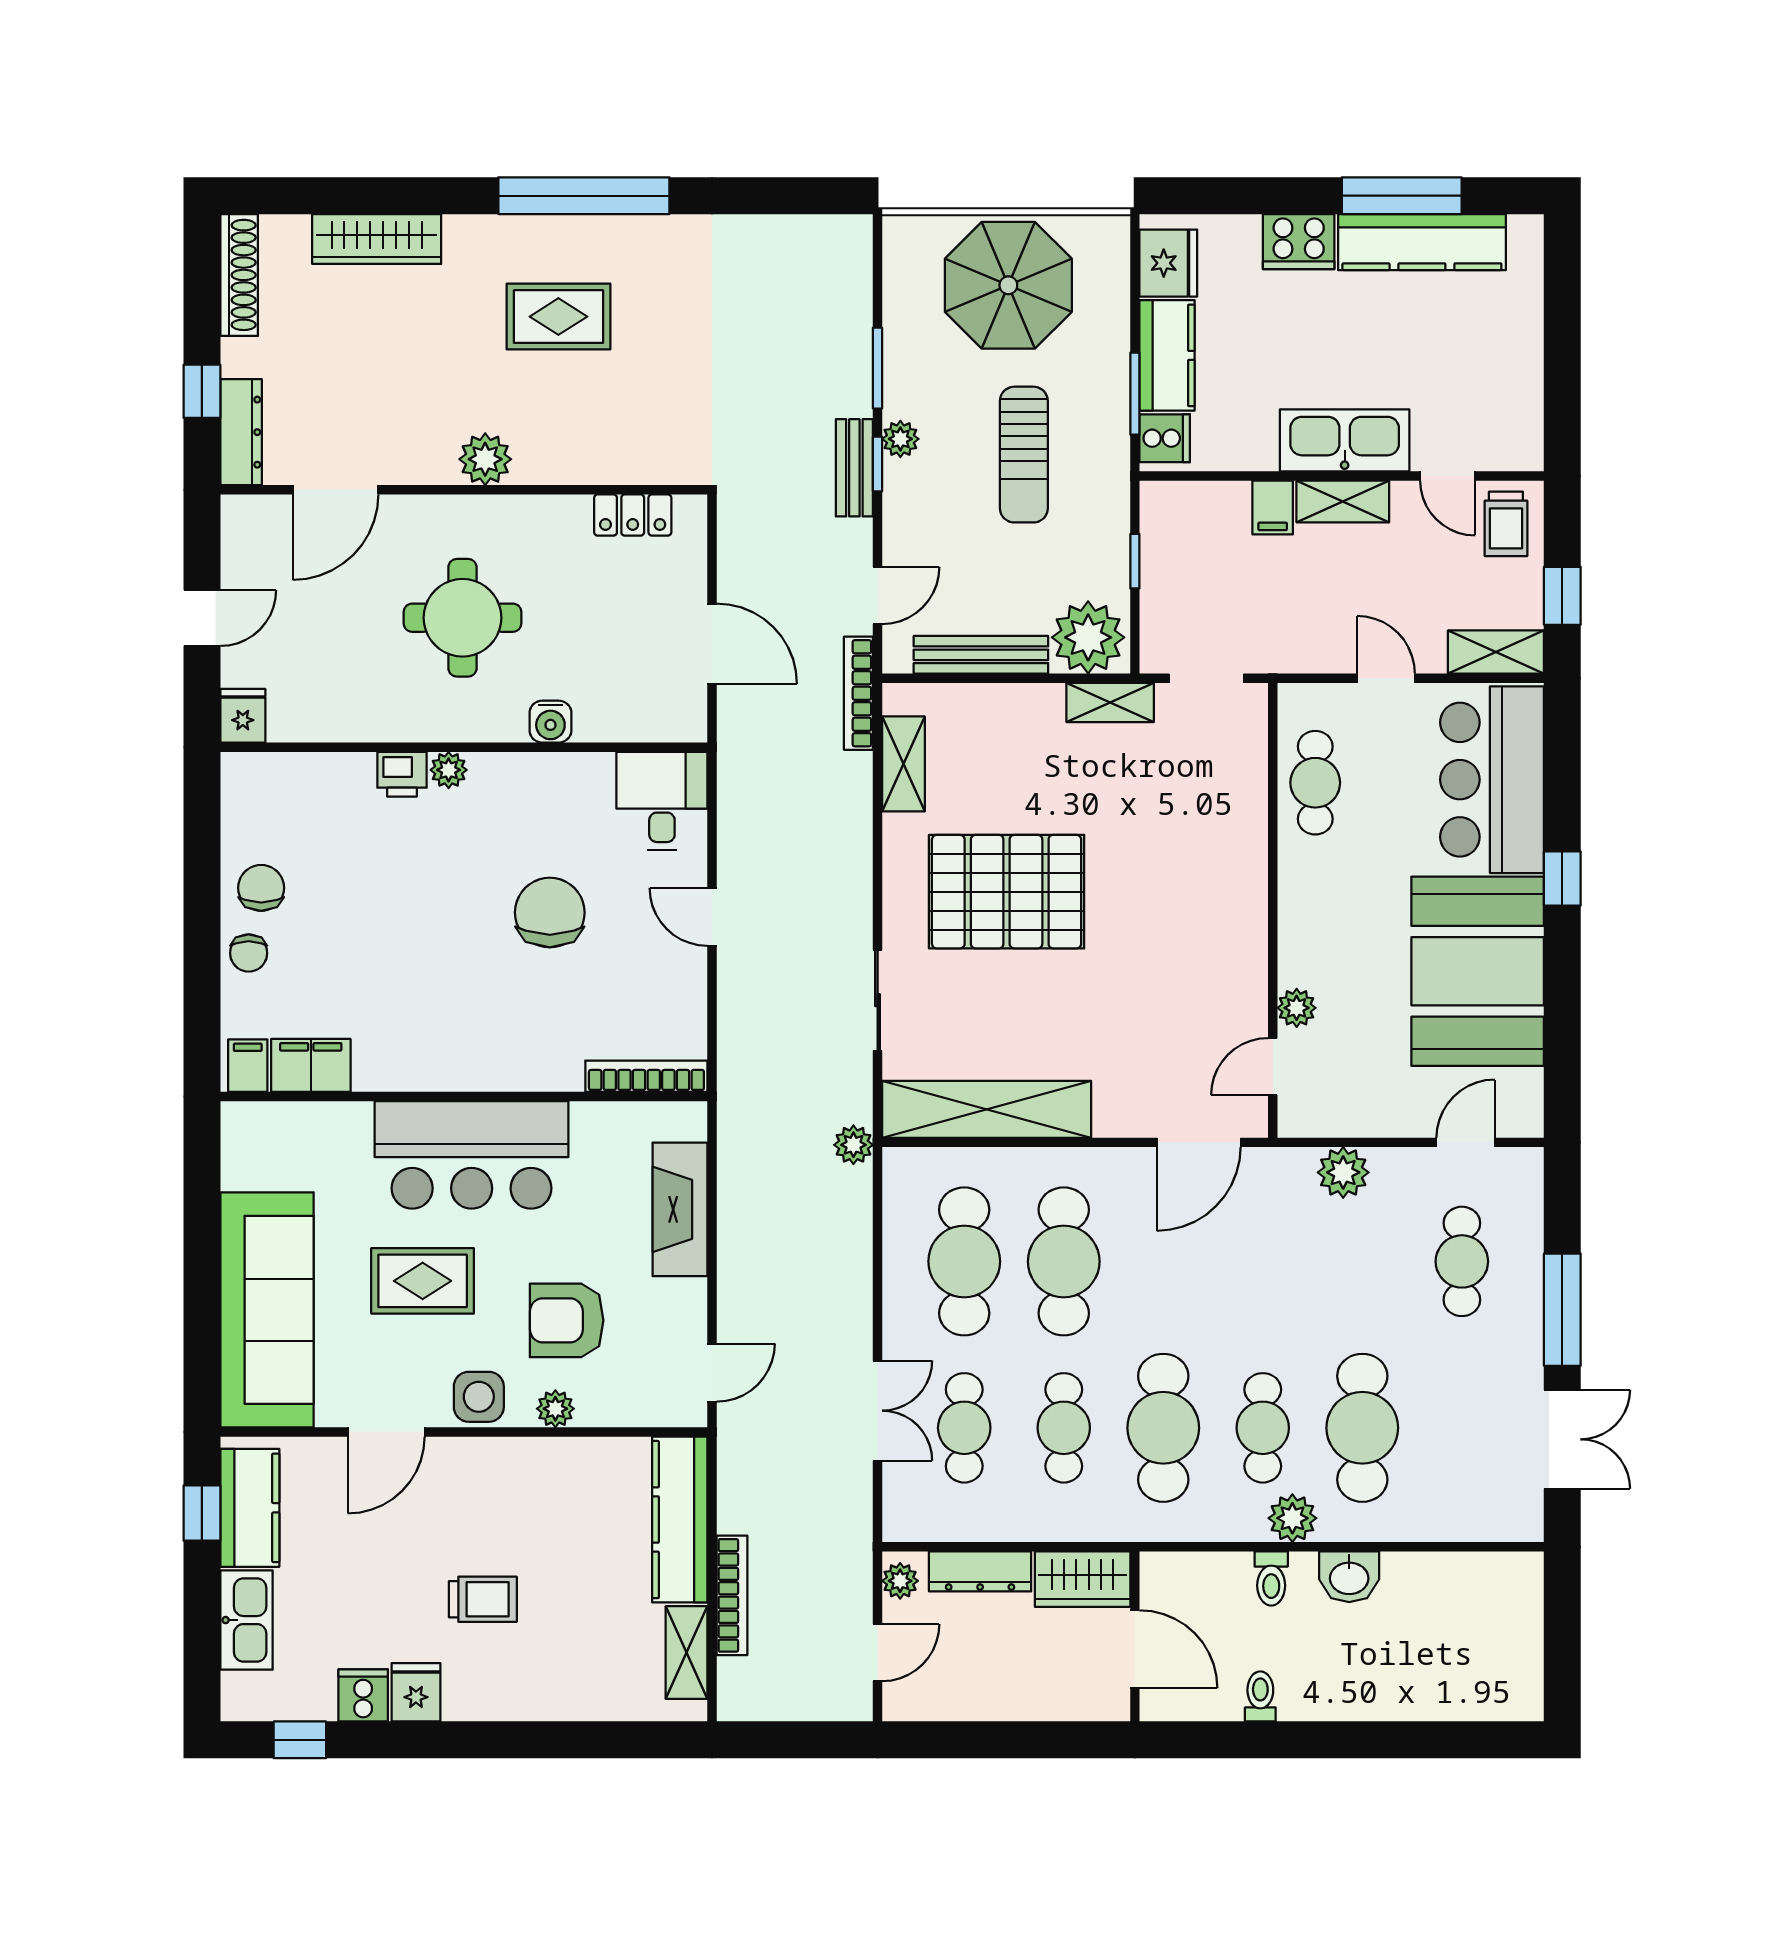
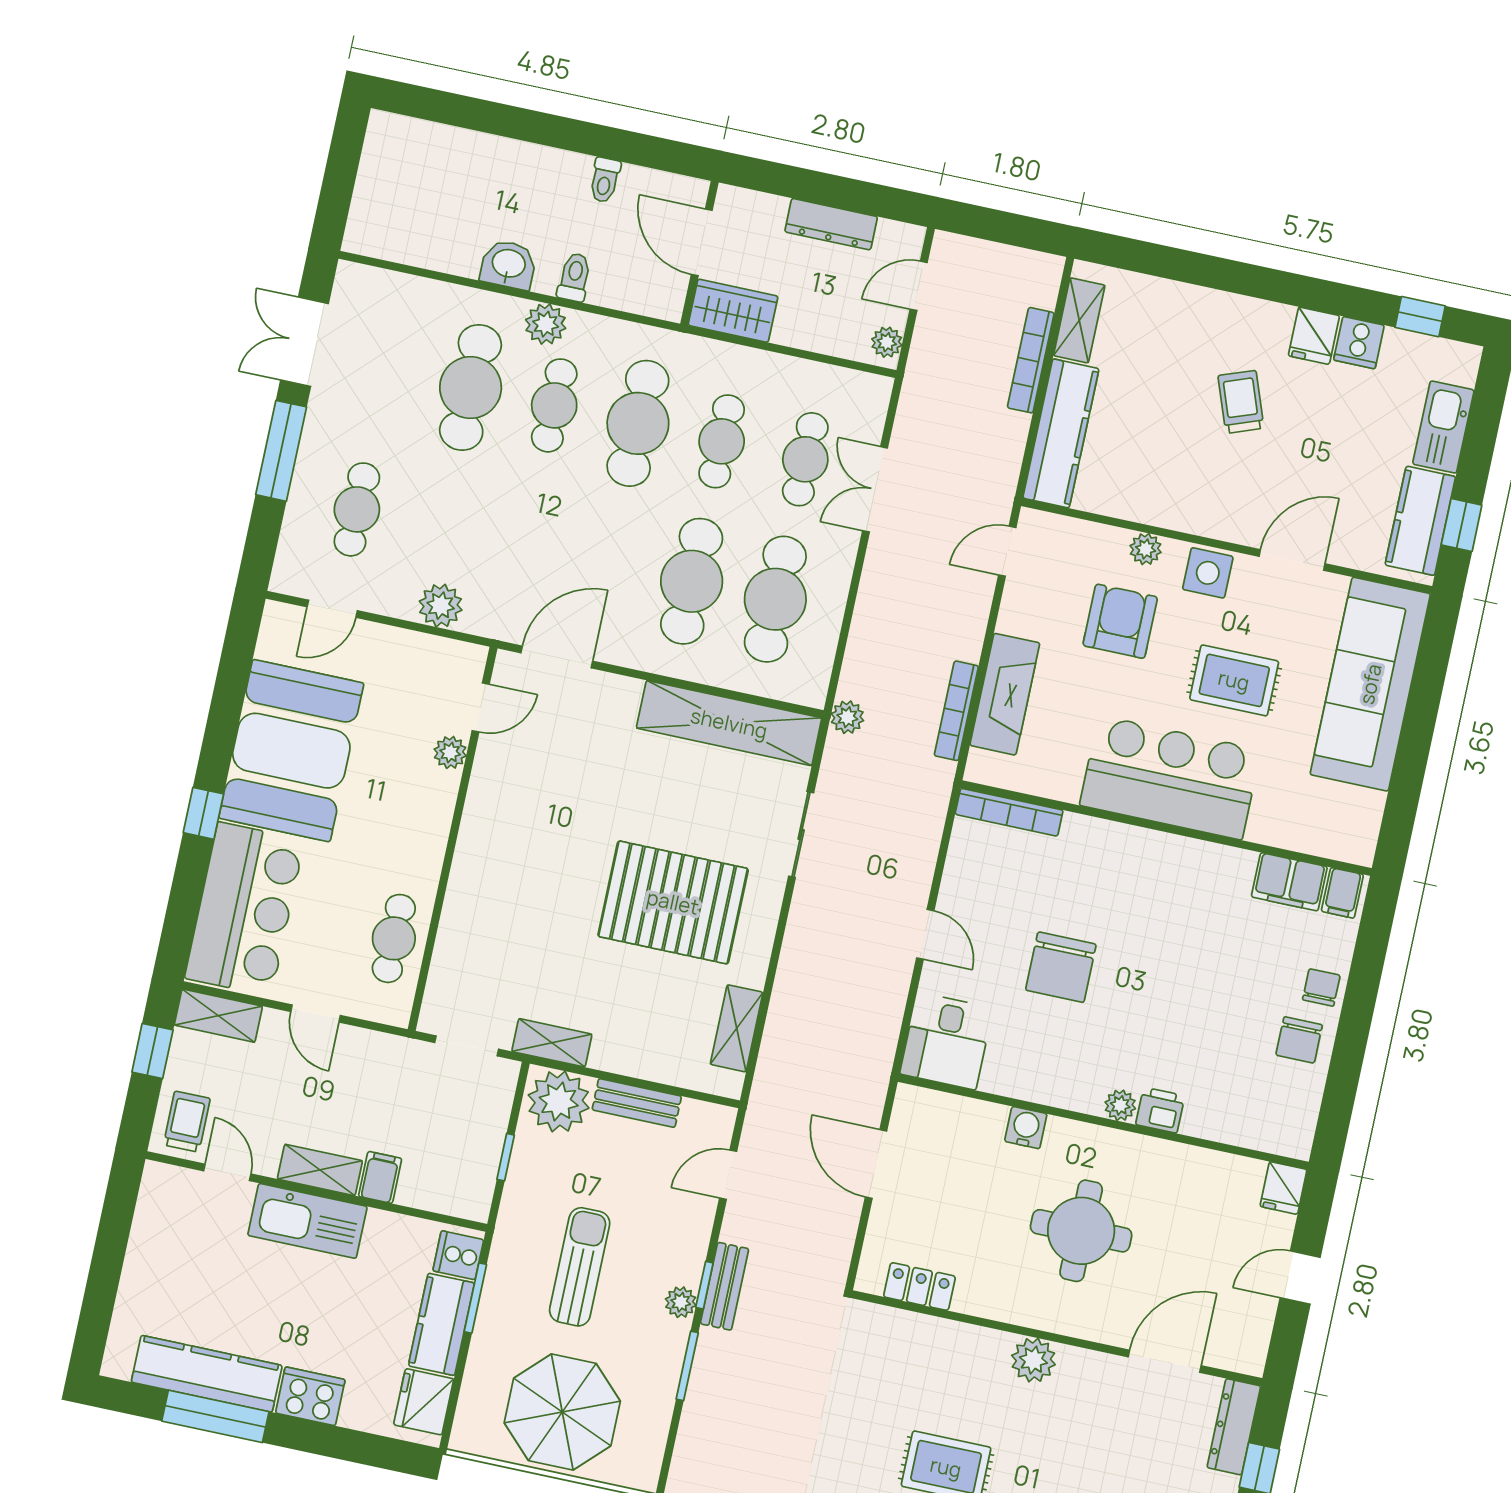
bench: (981, 655) -> (637, 1103), width x0.73
bookcase: (858, 693) -> (956, 711), moved, turned 180
armchair: (567, 1320) -> (1120, 621), turned -90
dresser: (980, 1571) -> (831, 224), moved, turned 180
trolley: (483, 1599) -> (1241, 402), turned 70

